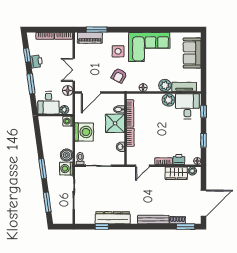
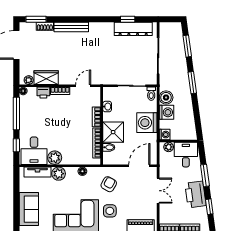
printer: (36, 61) -> (196, 194), width x1.87, depth x1.48
floor lamp: (68, 90) -> (165, 168), removed
window: (204, 140) -> (16, 114), width x2.17
washing machine: (66, 169) -> (166, 112), moved
dresser: (113, 218) -> (133, 29), moved

